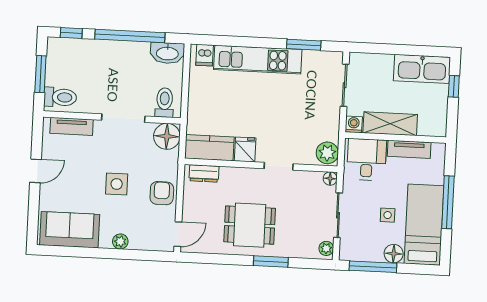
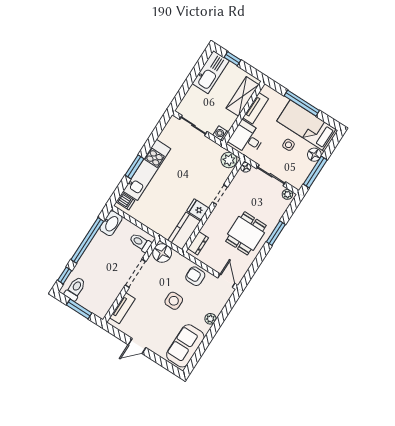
window: (304, 45) -> (134, 167), moved
toilet: (60, 97) -> (75, 289), moved
shelving: (390, 124) -> (242, 96), moved
door: (36, 171) -> (137, 346), swing flipped

